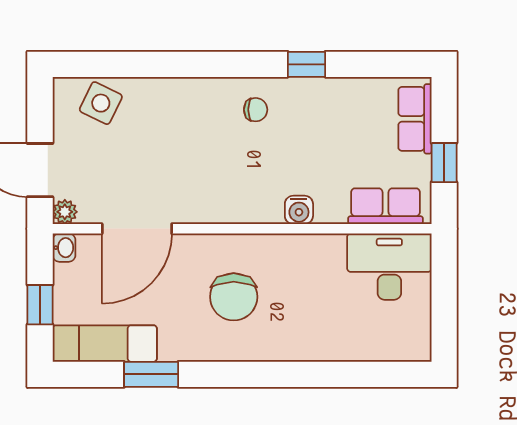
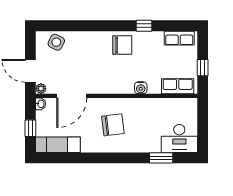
chair: (256, 110) -> (122, 45), width x1.87, depth x1.87
row of seats: (415, 119) -> (179, 38), moved, turned -90
desk: (389, 267) -> (179, 138), moved, turned 180
chair: (234, 297) -> (113, 125), turned -97
window: (151, 374) -> (161, 158), moved

